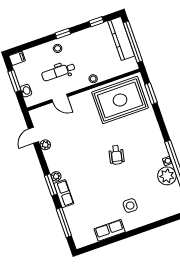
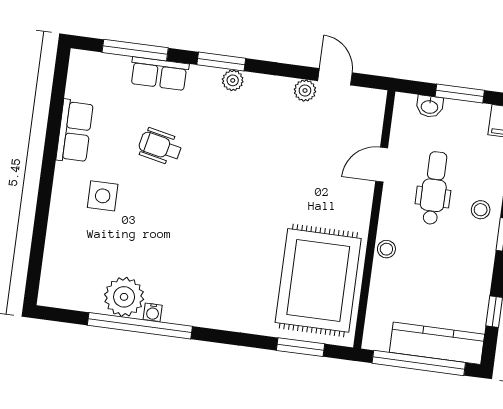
wheelchair: (116, 155) -> (160, 147), moved
row of seats: (64, 194) -> (159, 74), moved

